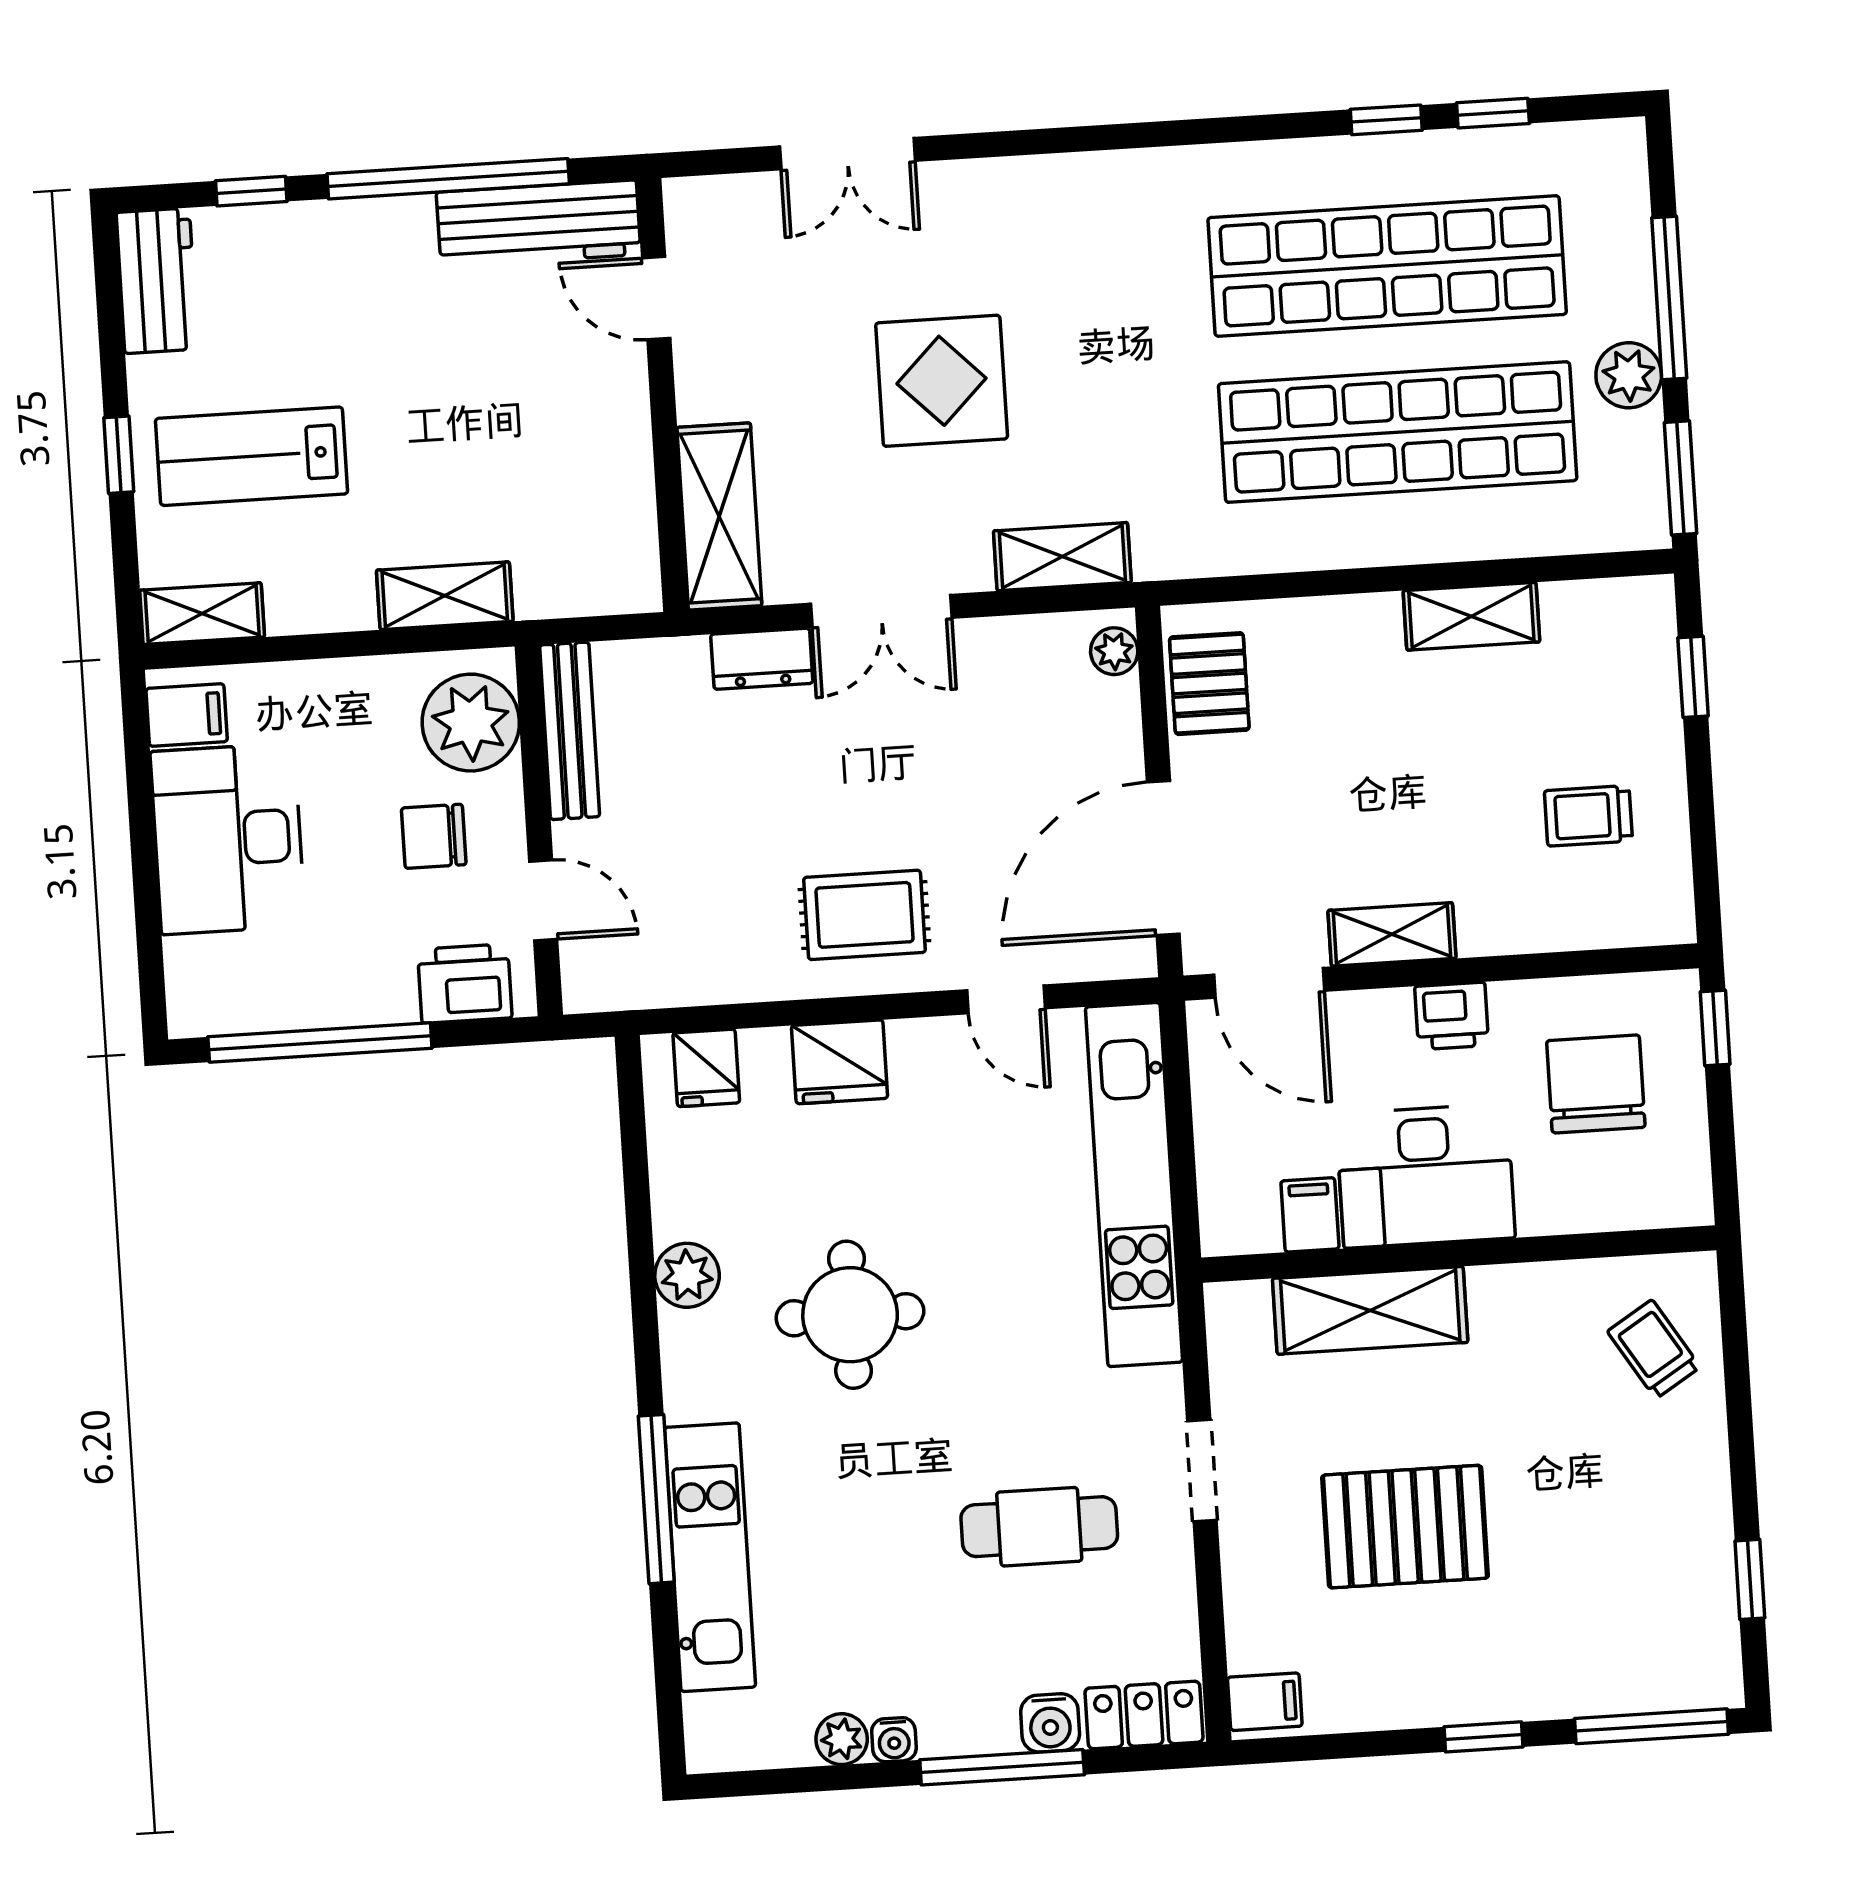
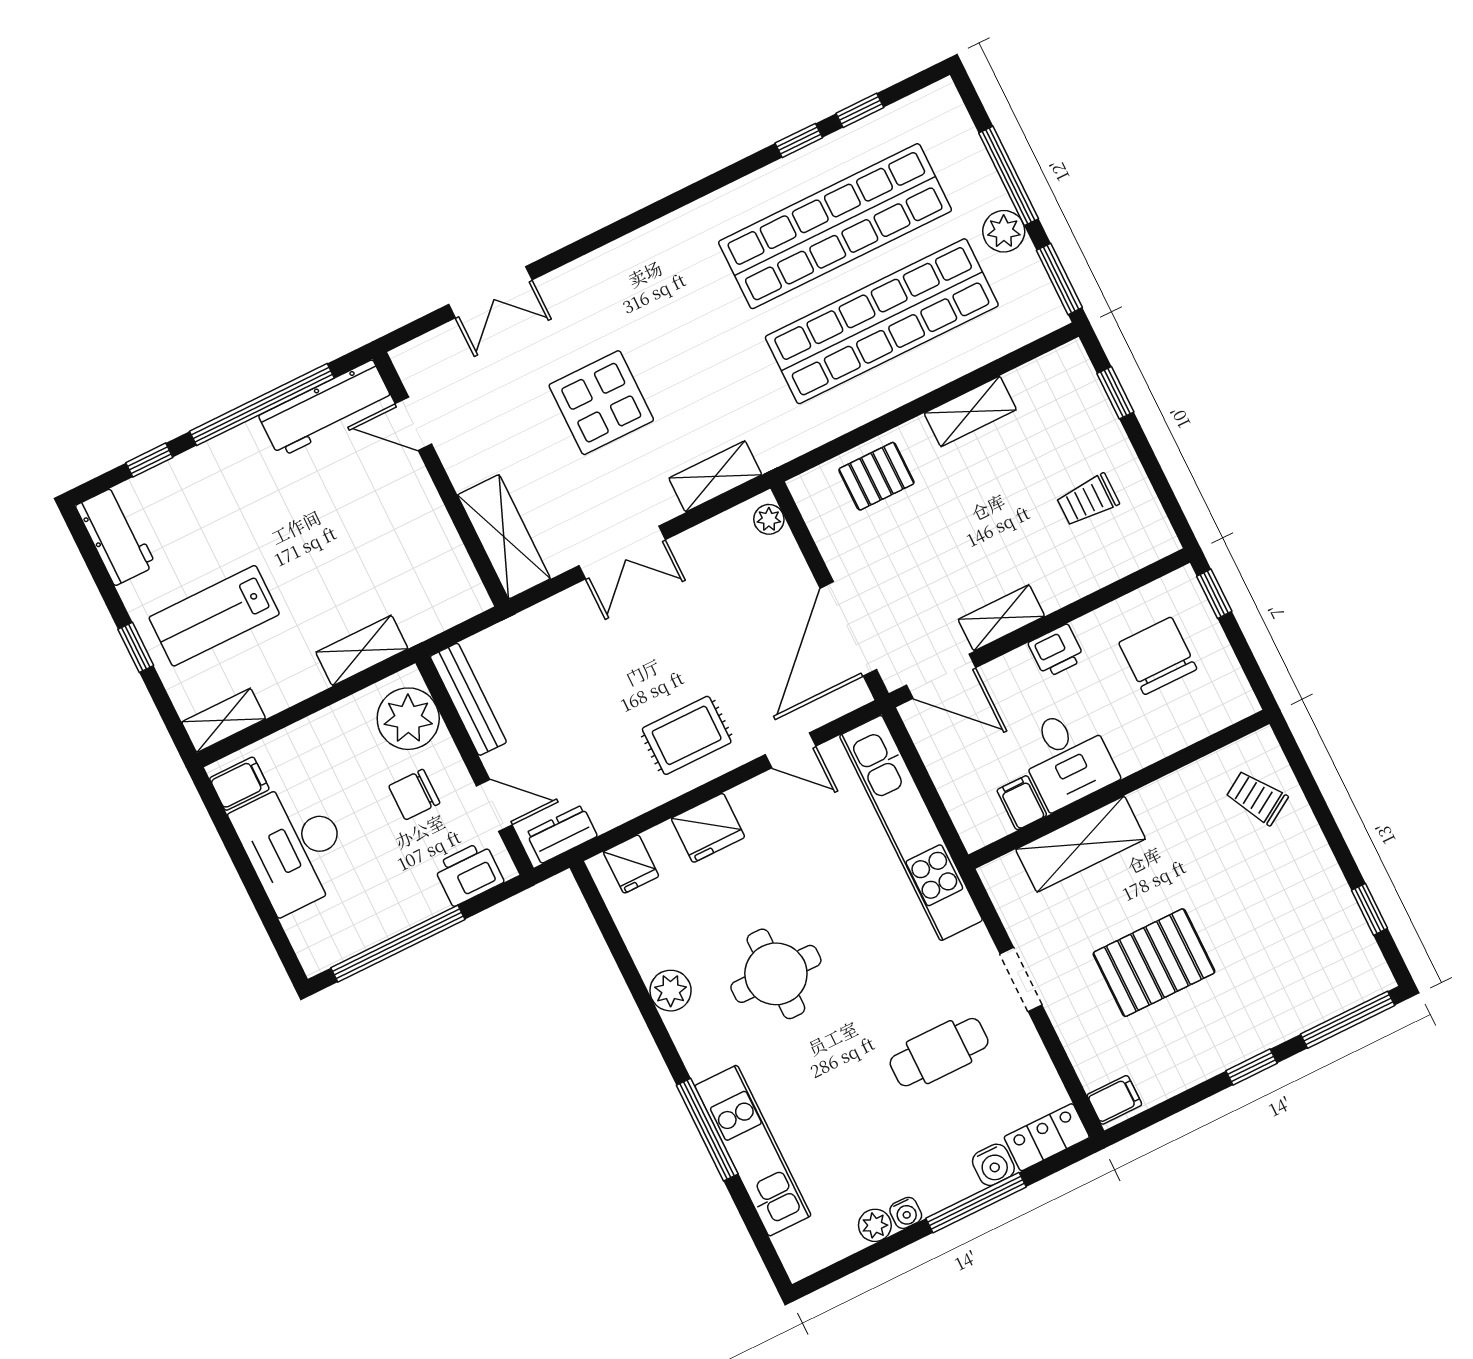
dresser: (762, 659) -> (562, 834), moved, turned 180
pallet: (1209, 684) -> (876, 476), moved, turned 90
desk: (1425, 1176) -> (1067, 758), width x0.73

